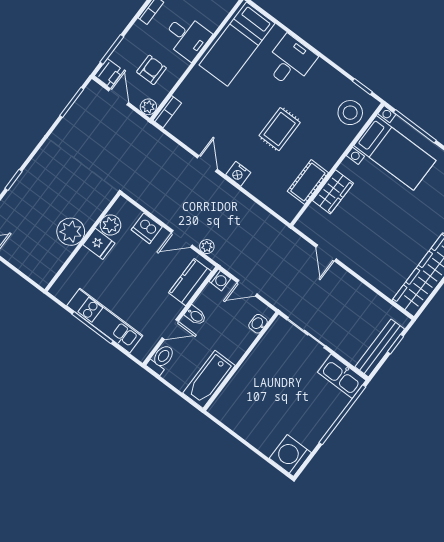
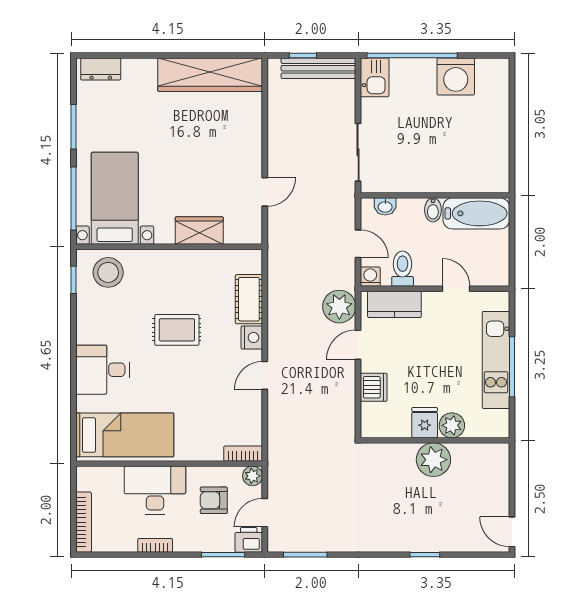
desk: (187, 37) -> (155, 490), width x1.37
cot: (308, 182) -> (249, 299), moved, turned 90
plant: (110, 225) -> (452, 425), moved
door: (182, 239) -> (358, 345), swing flipped
plant: (207, 247) -> (339, 307), width x1.88, depth x1.88
bidet: (195, 316) -> (433, 210), moved, turned 180
toilet: (161, 359) -> (403, 269), moved, turned 90
kitchen sink: (342, 376) -> (375, 77), width x0.73
washing machine: (290, 456) -> (456, 76), moved

